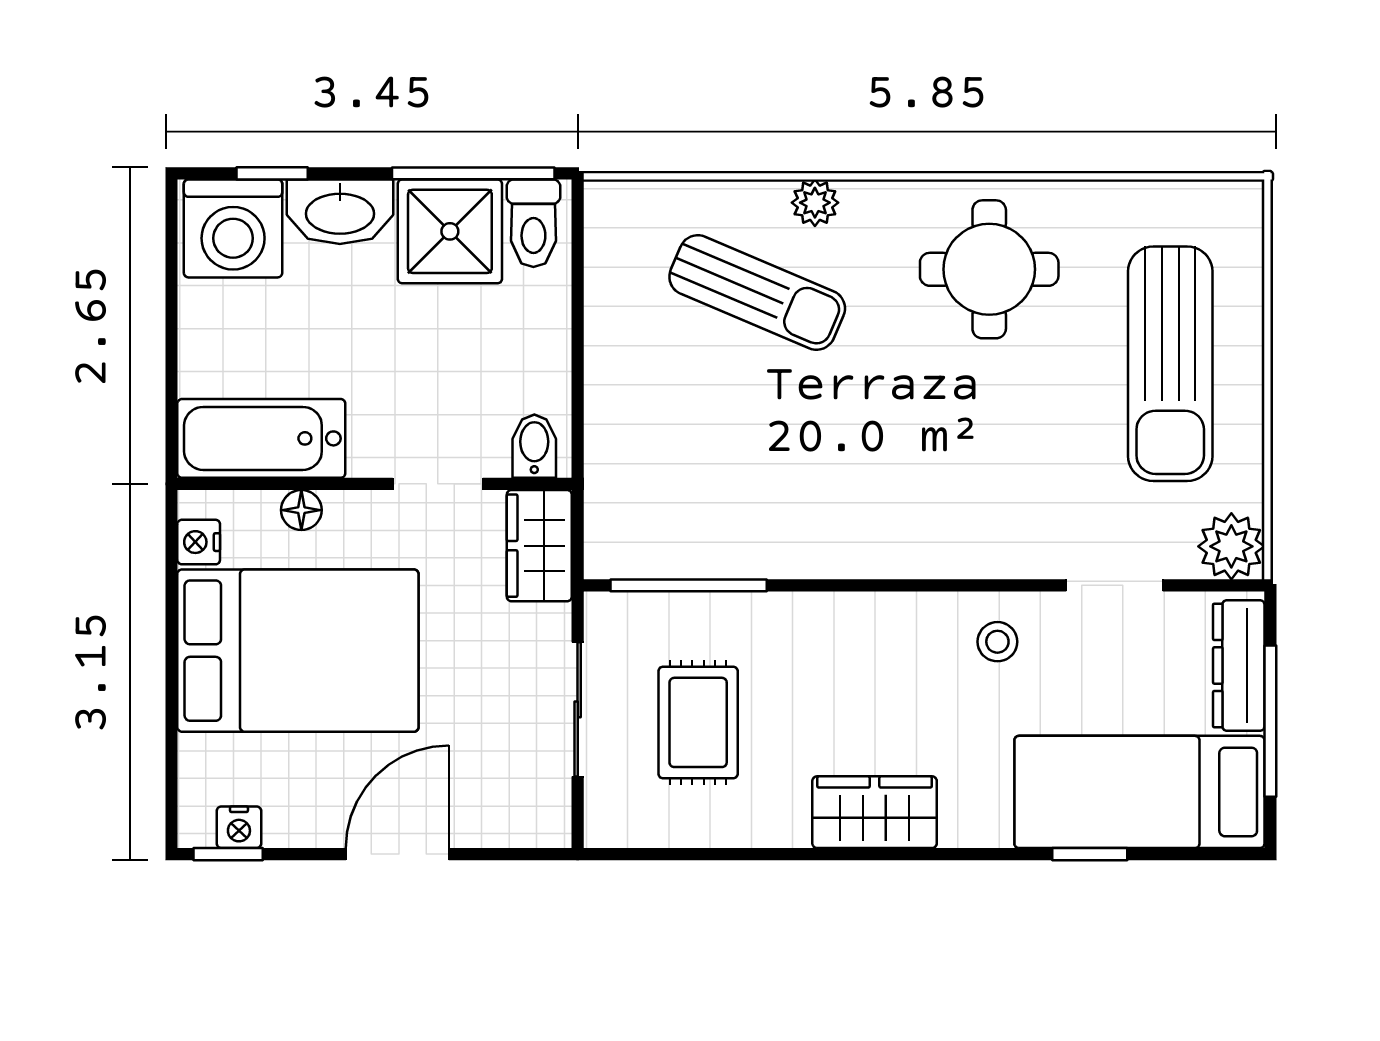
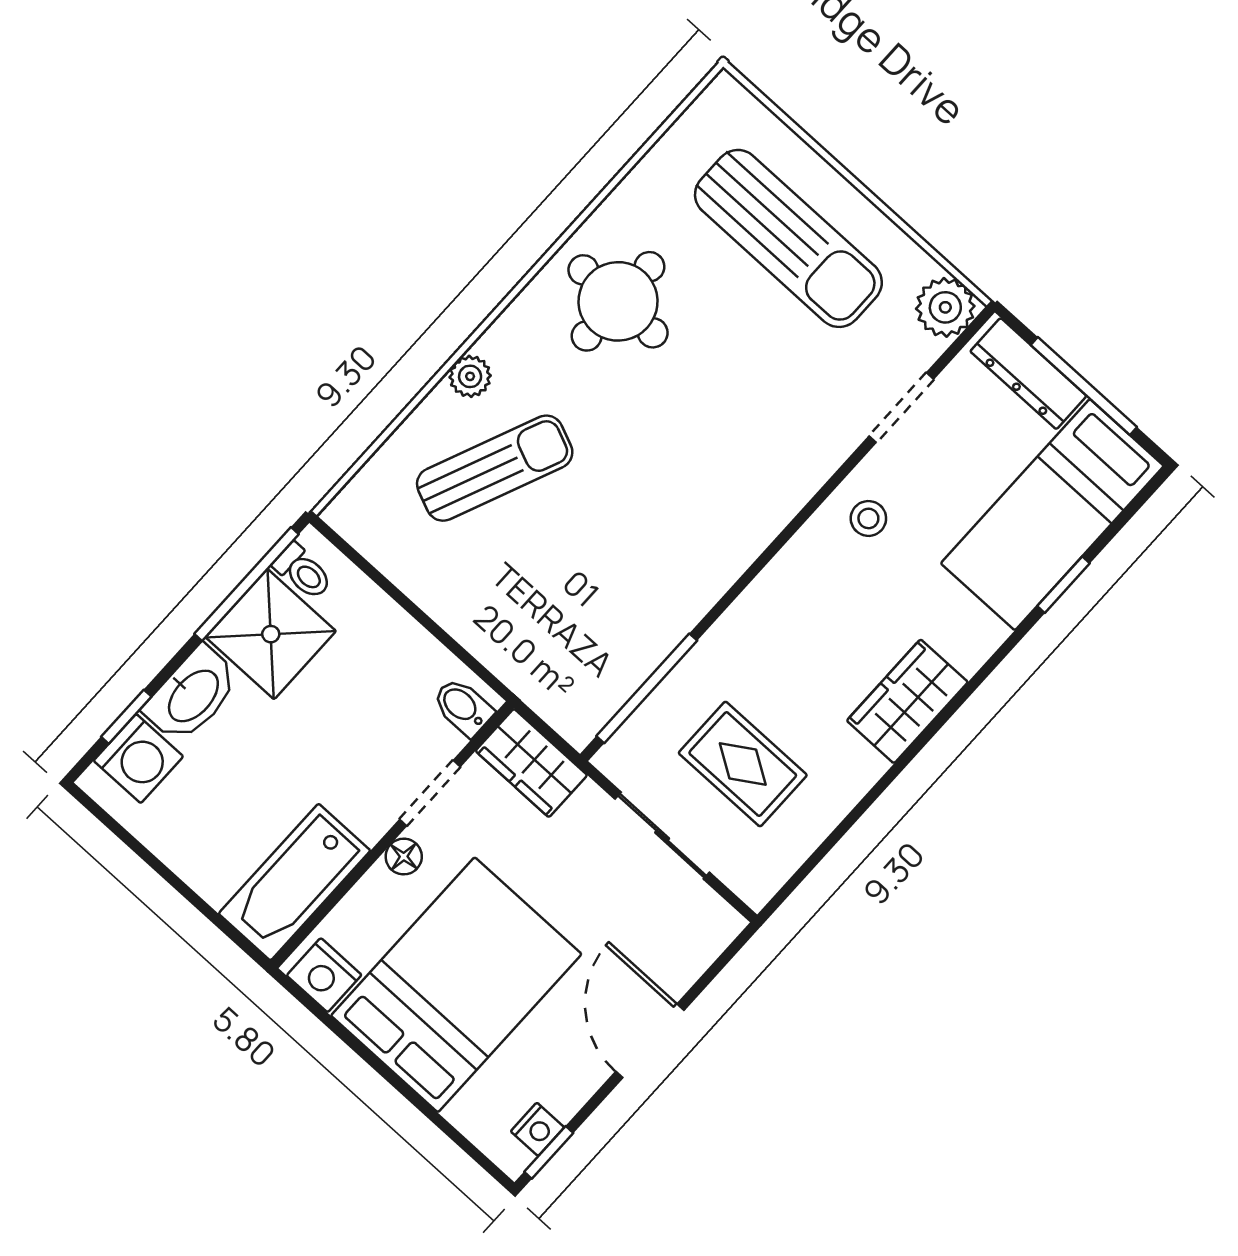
toilet: (533, 223) -> (303, 572), width x0.73, depth x0.72
washing machine: (233, 228) -> (138, 759), width x0.73, depth x0.73
floor lamp: (301, 510) -> (404, 857), moved
nightstand: (199, 542) -> (324, 975), width x1.39, depth x1.35

